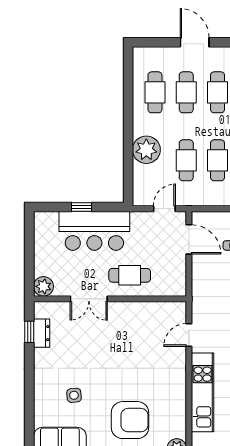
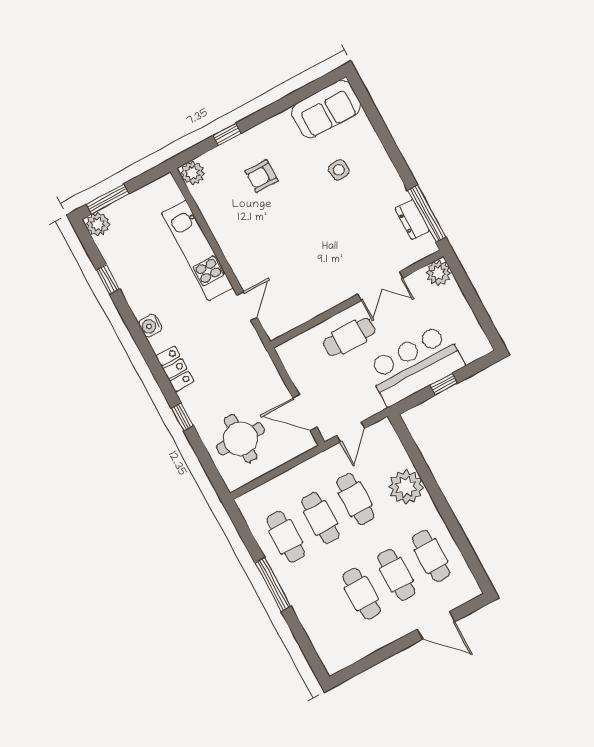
door: (195, 42) -> (436, 625), moved
double door: (89, 299) -> (380, 286), swing flipped
window: (29, 332) -> (427, 214), width x2.17
armchair: (130, 420) -> (262, 176), width x0.53, depth x0.53

